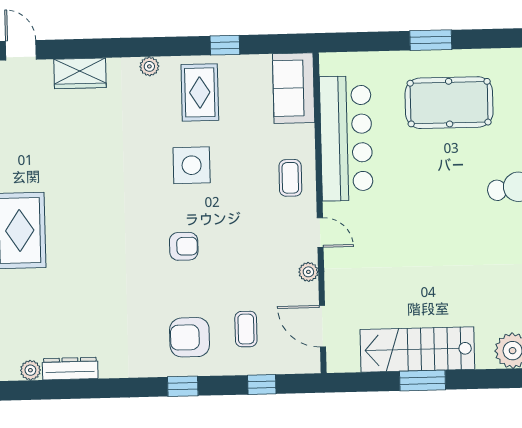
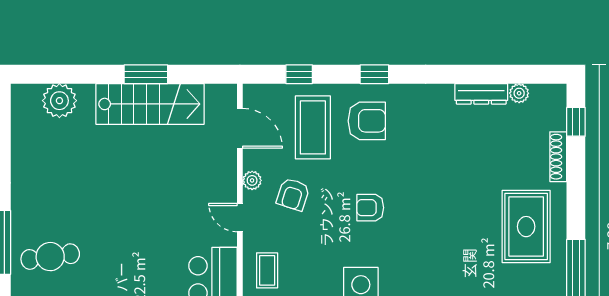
armchair: (265, 258) -> (293, 194), added
coffee table: (246, 329) -> (313, 127), width x1.86, depth x1.72

